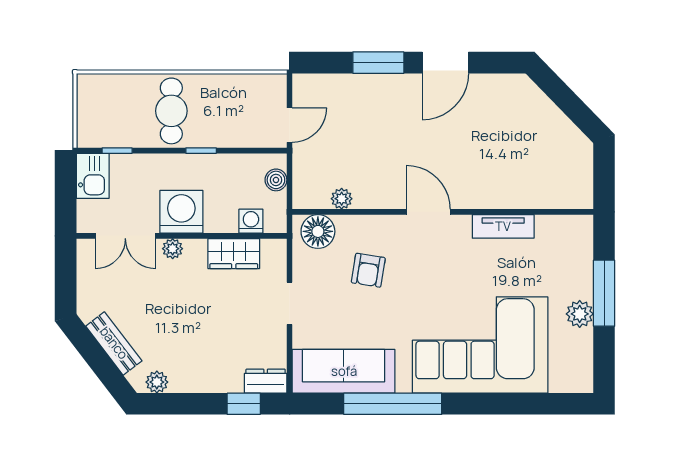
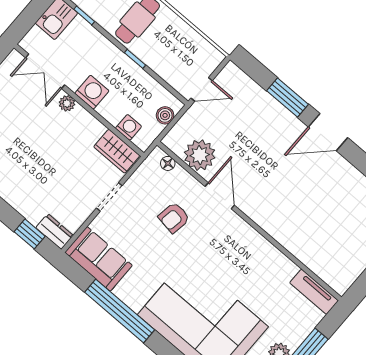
plant: (342, 199) -> (200, 155), width x1.88, depth x1.88
washing machine: (181, 212) -> (92, 92), width x0.73, depth x0.73
door: (428, 212) -> (220, 196), moved
tv unit: (503, 226) -> (314, 292), moved
floor lamp: (318, 231) -> (168, 163), width x0.53, depth x0.53
wardrobe: (234, 254) -> (117, 151), moved
sofa: (344, 371) -> (99, 259), width x0.73

